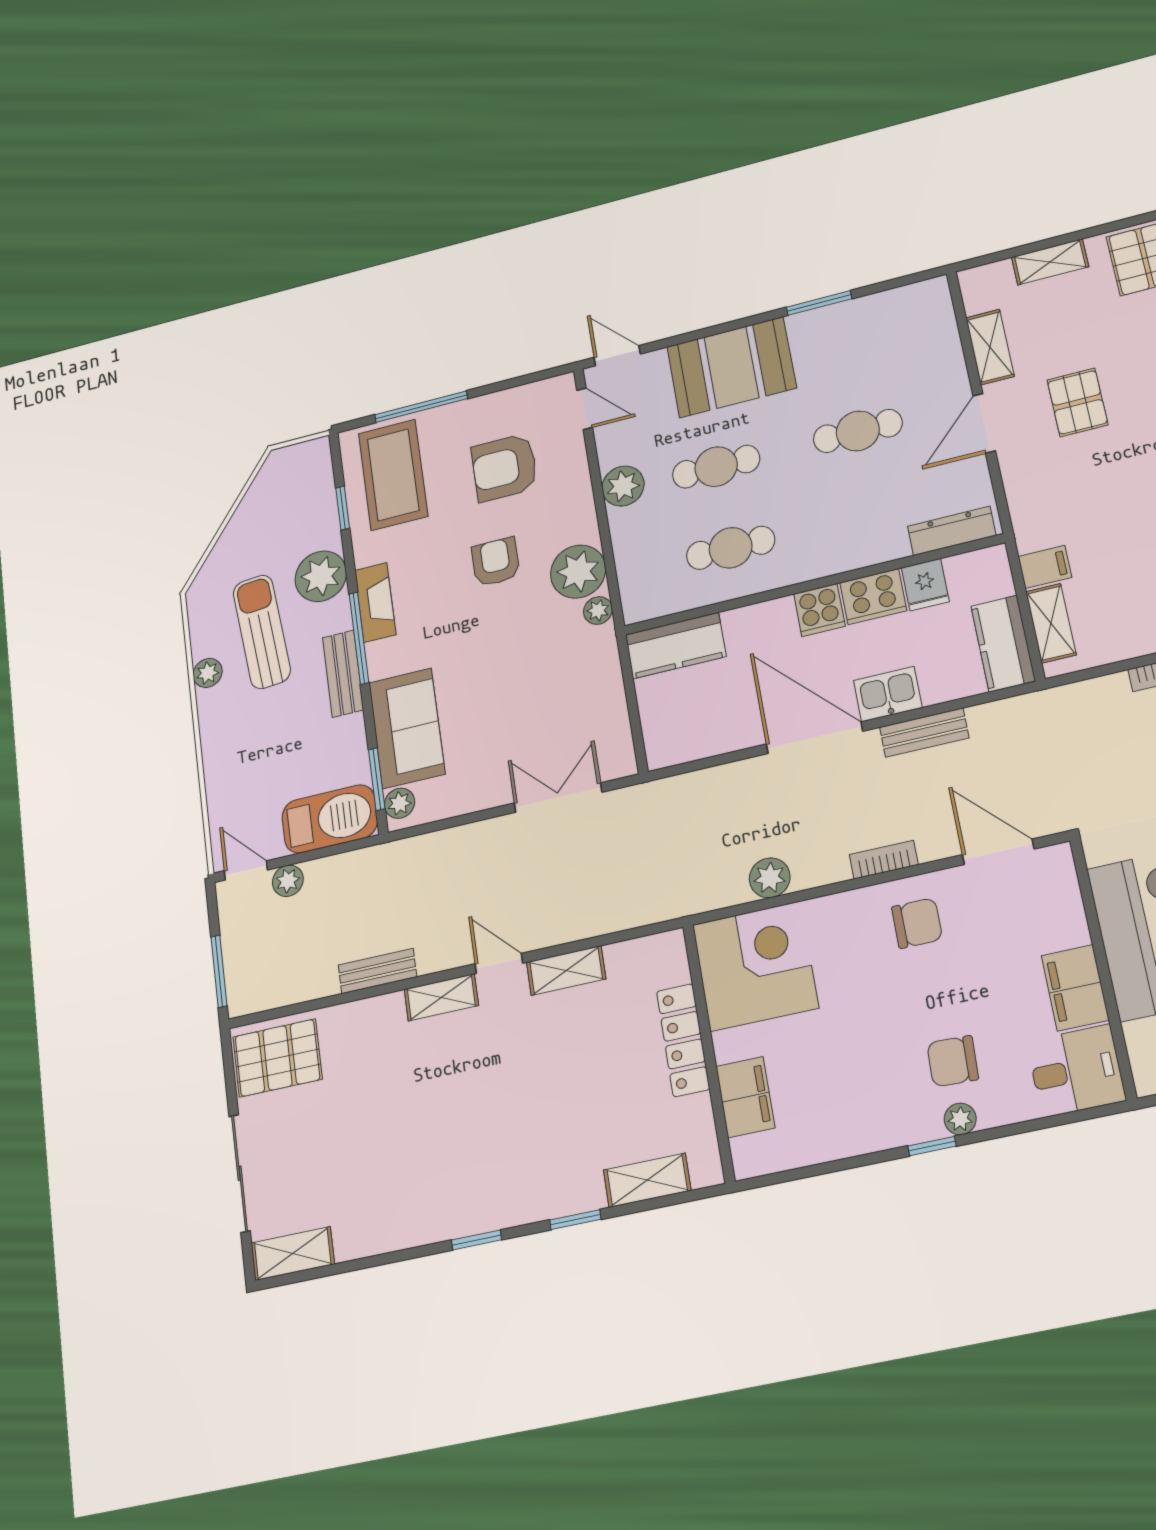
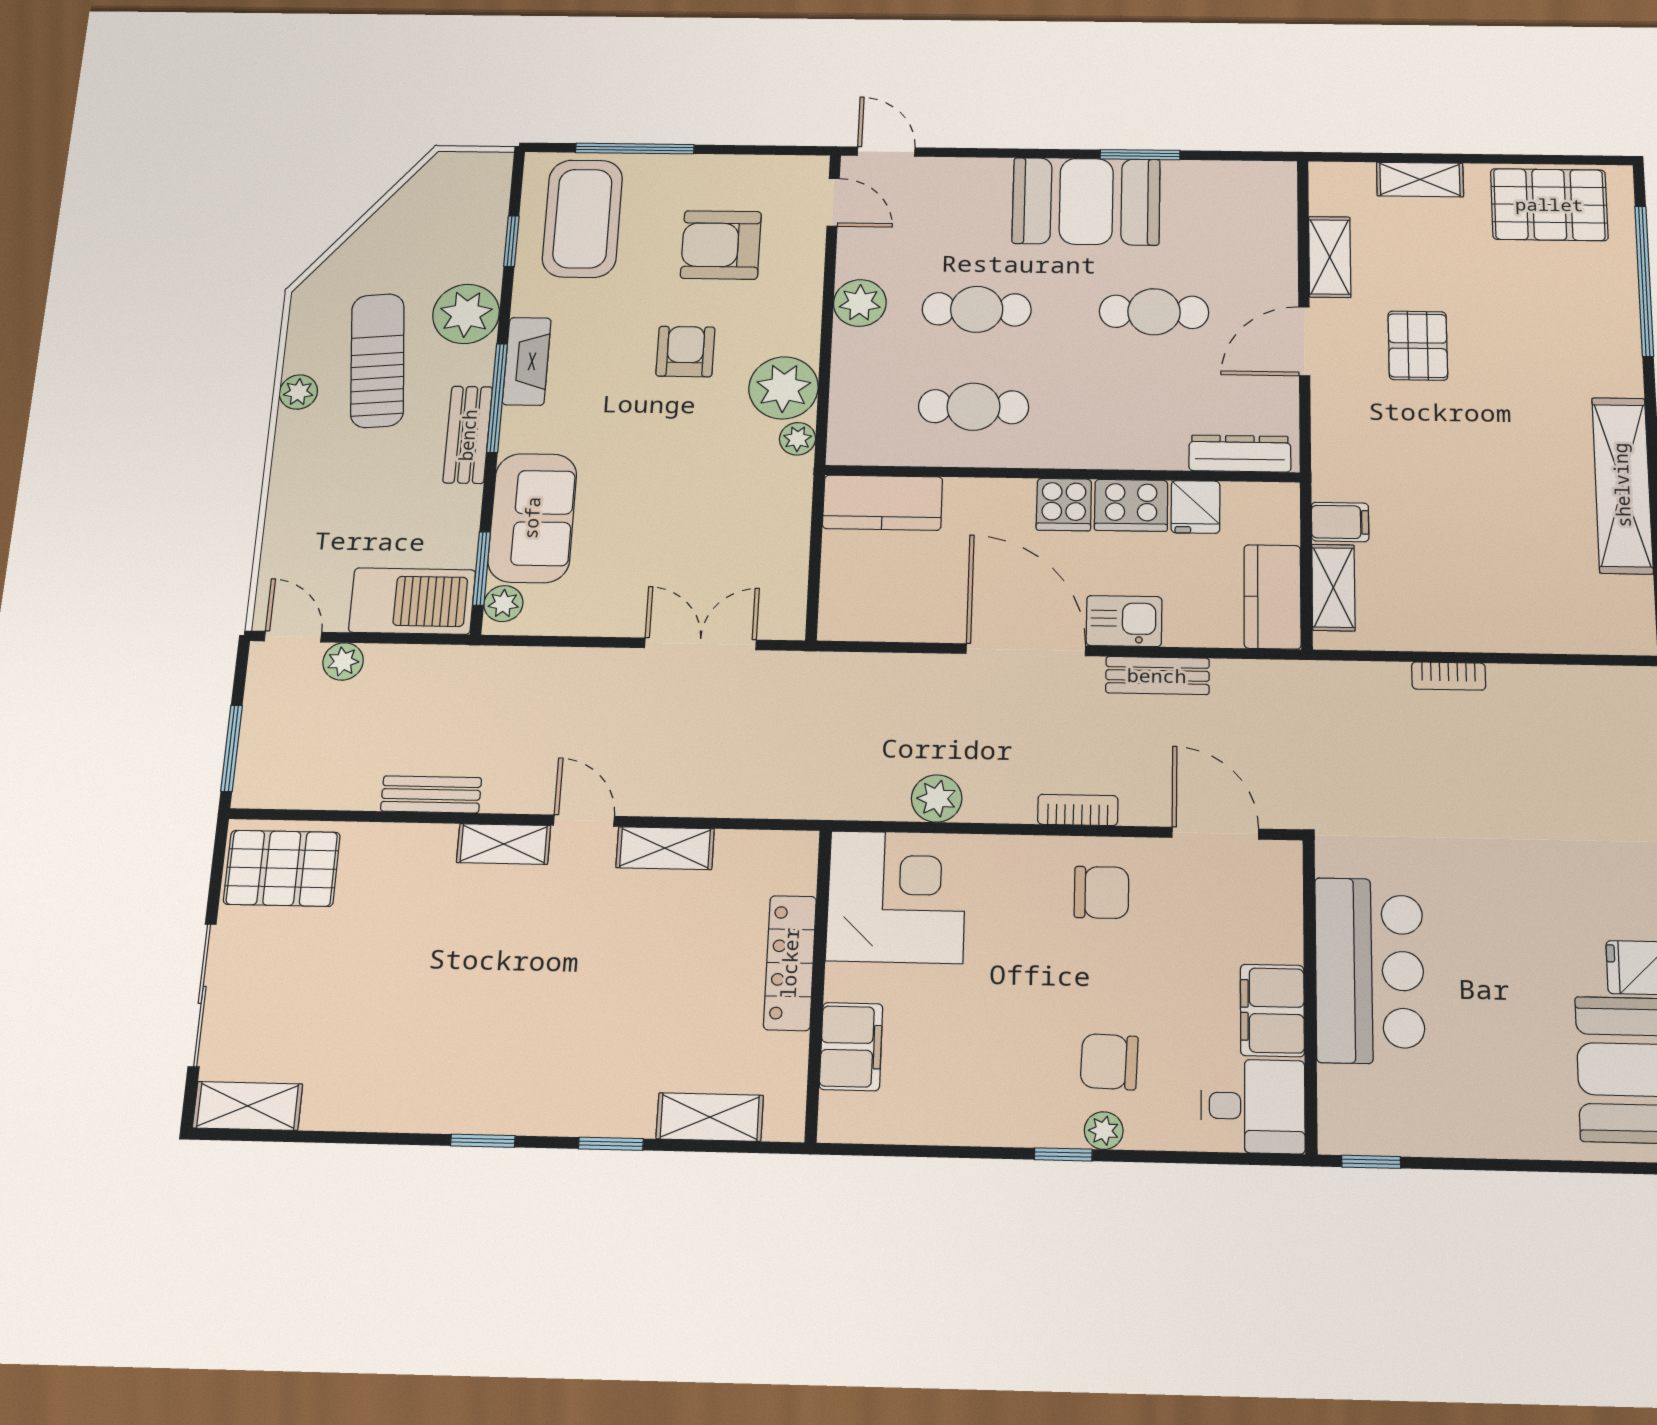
booth: (731, 367) -> (1086, 201), moved

